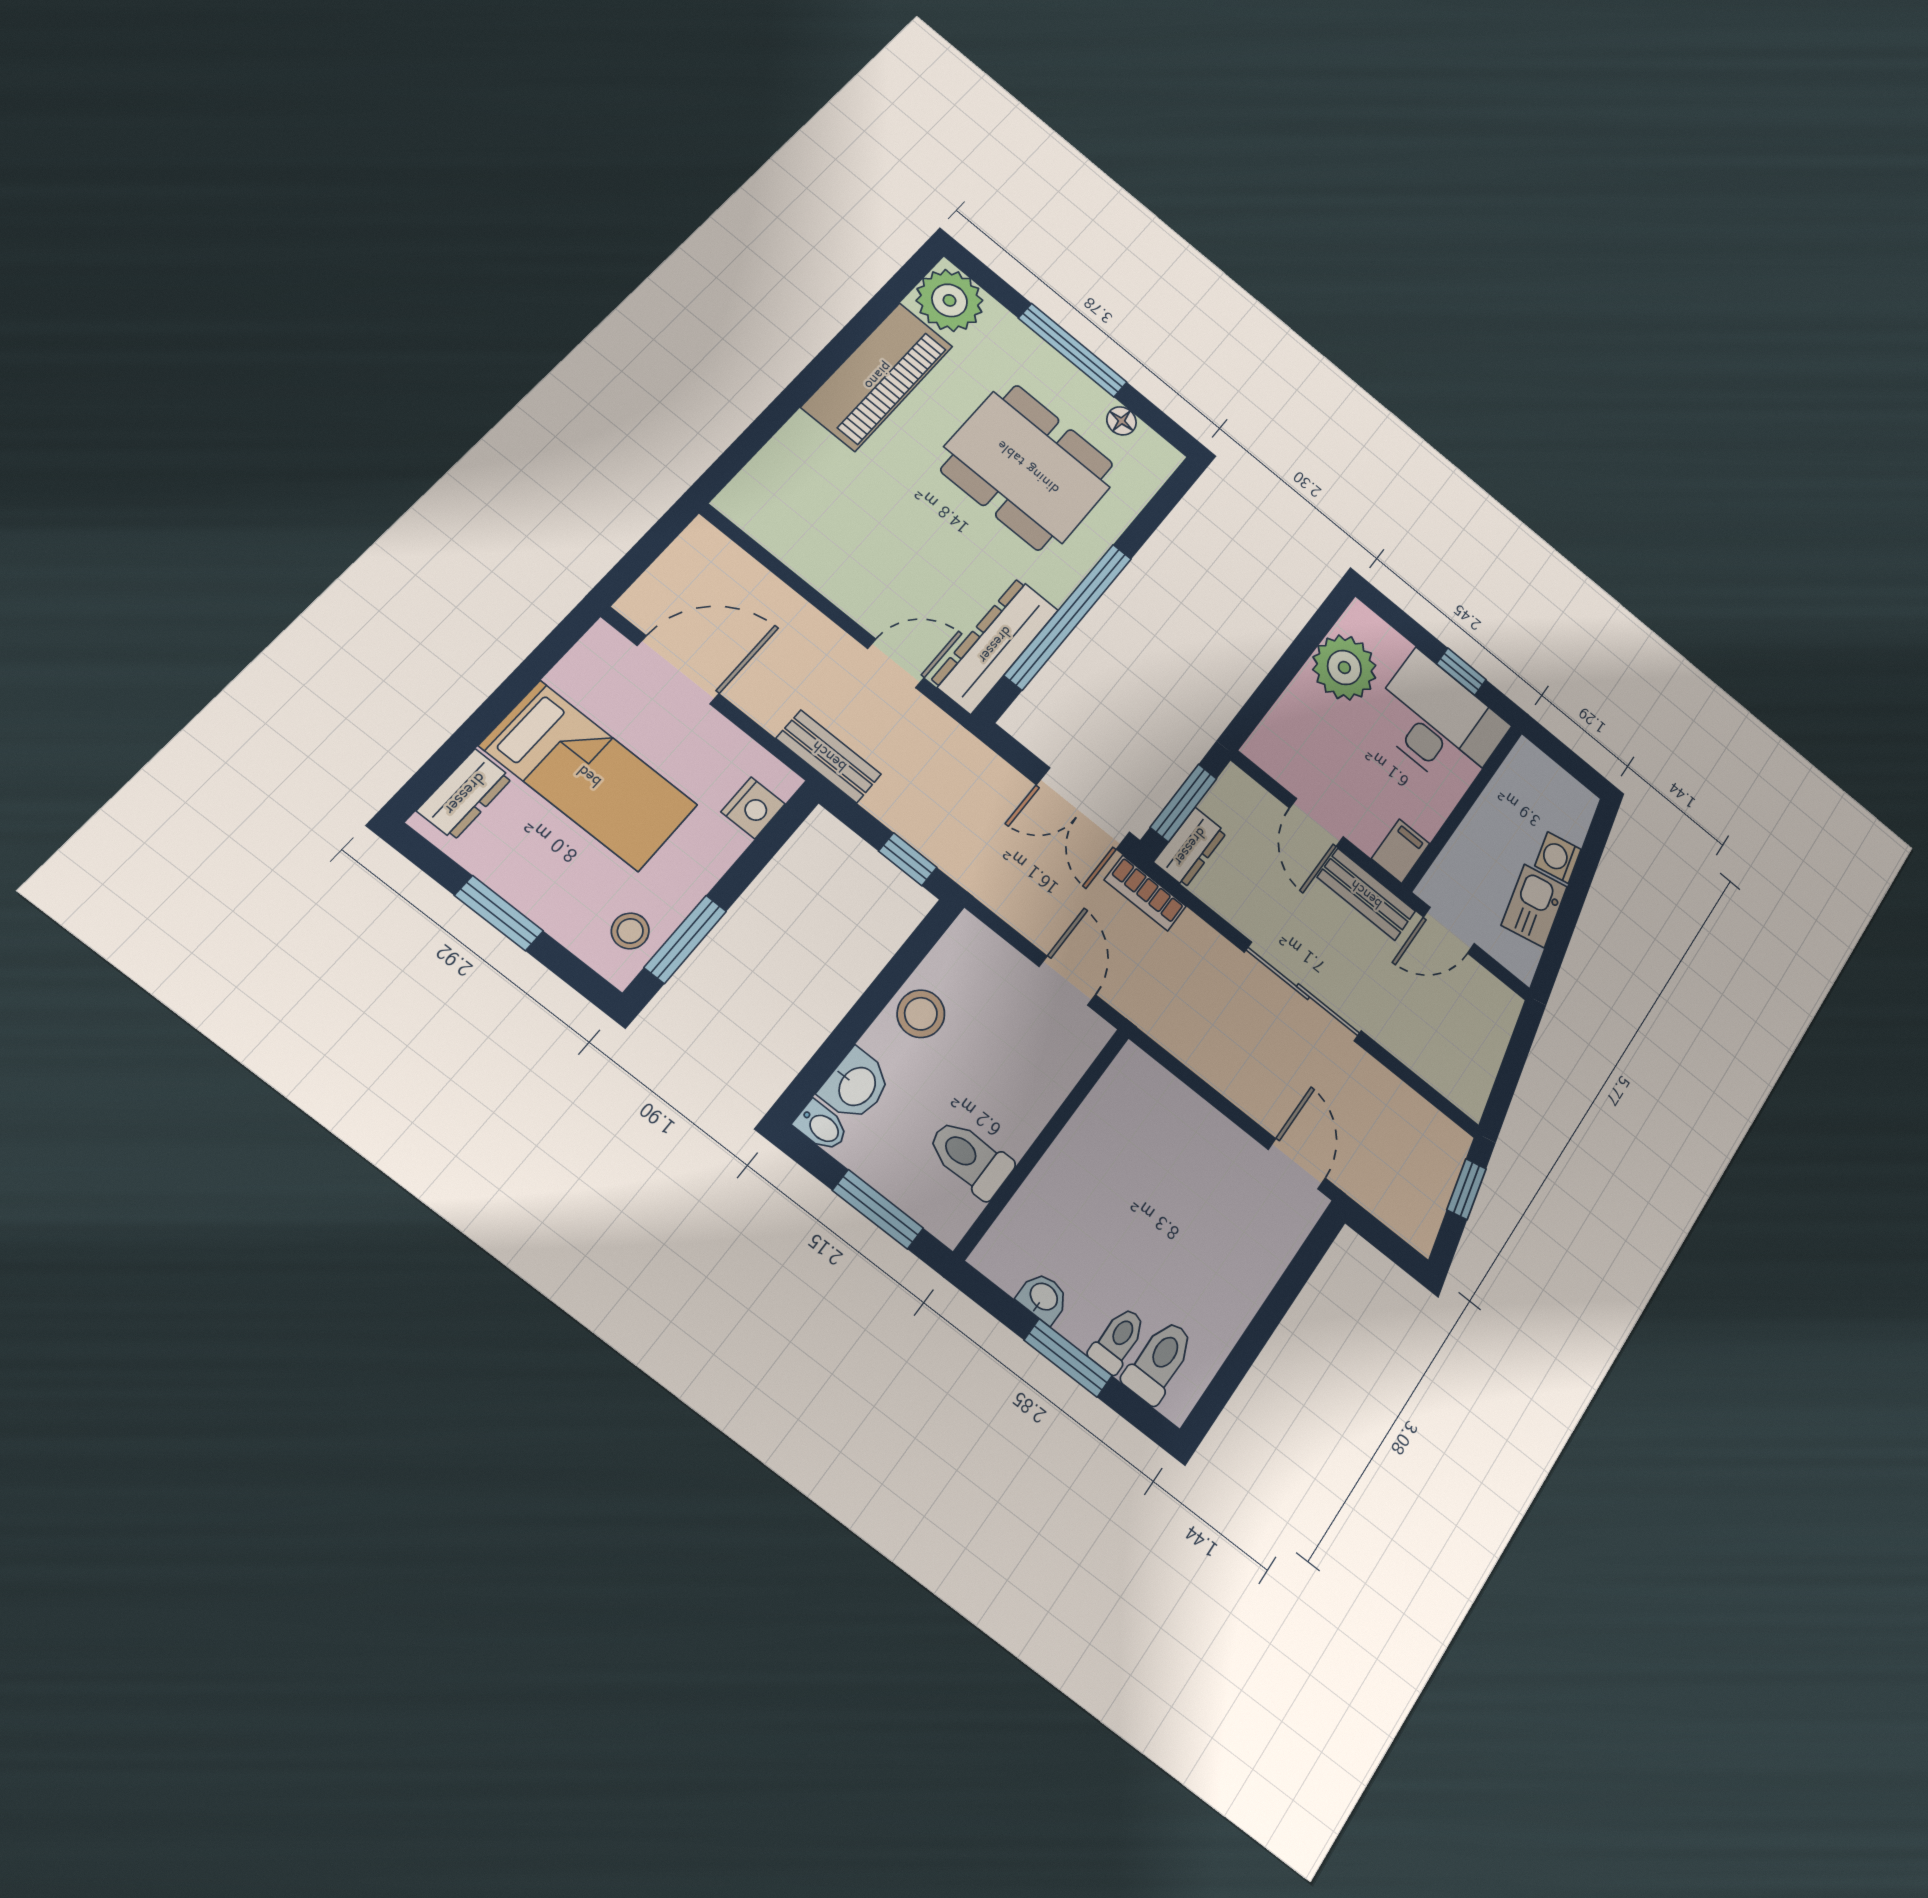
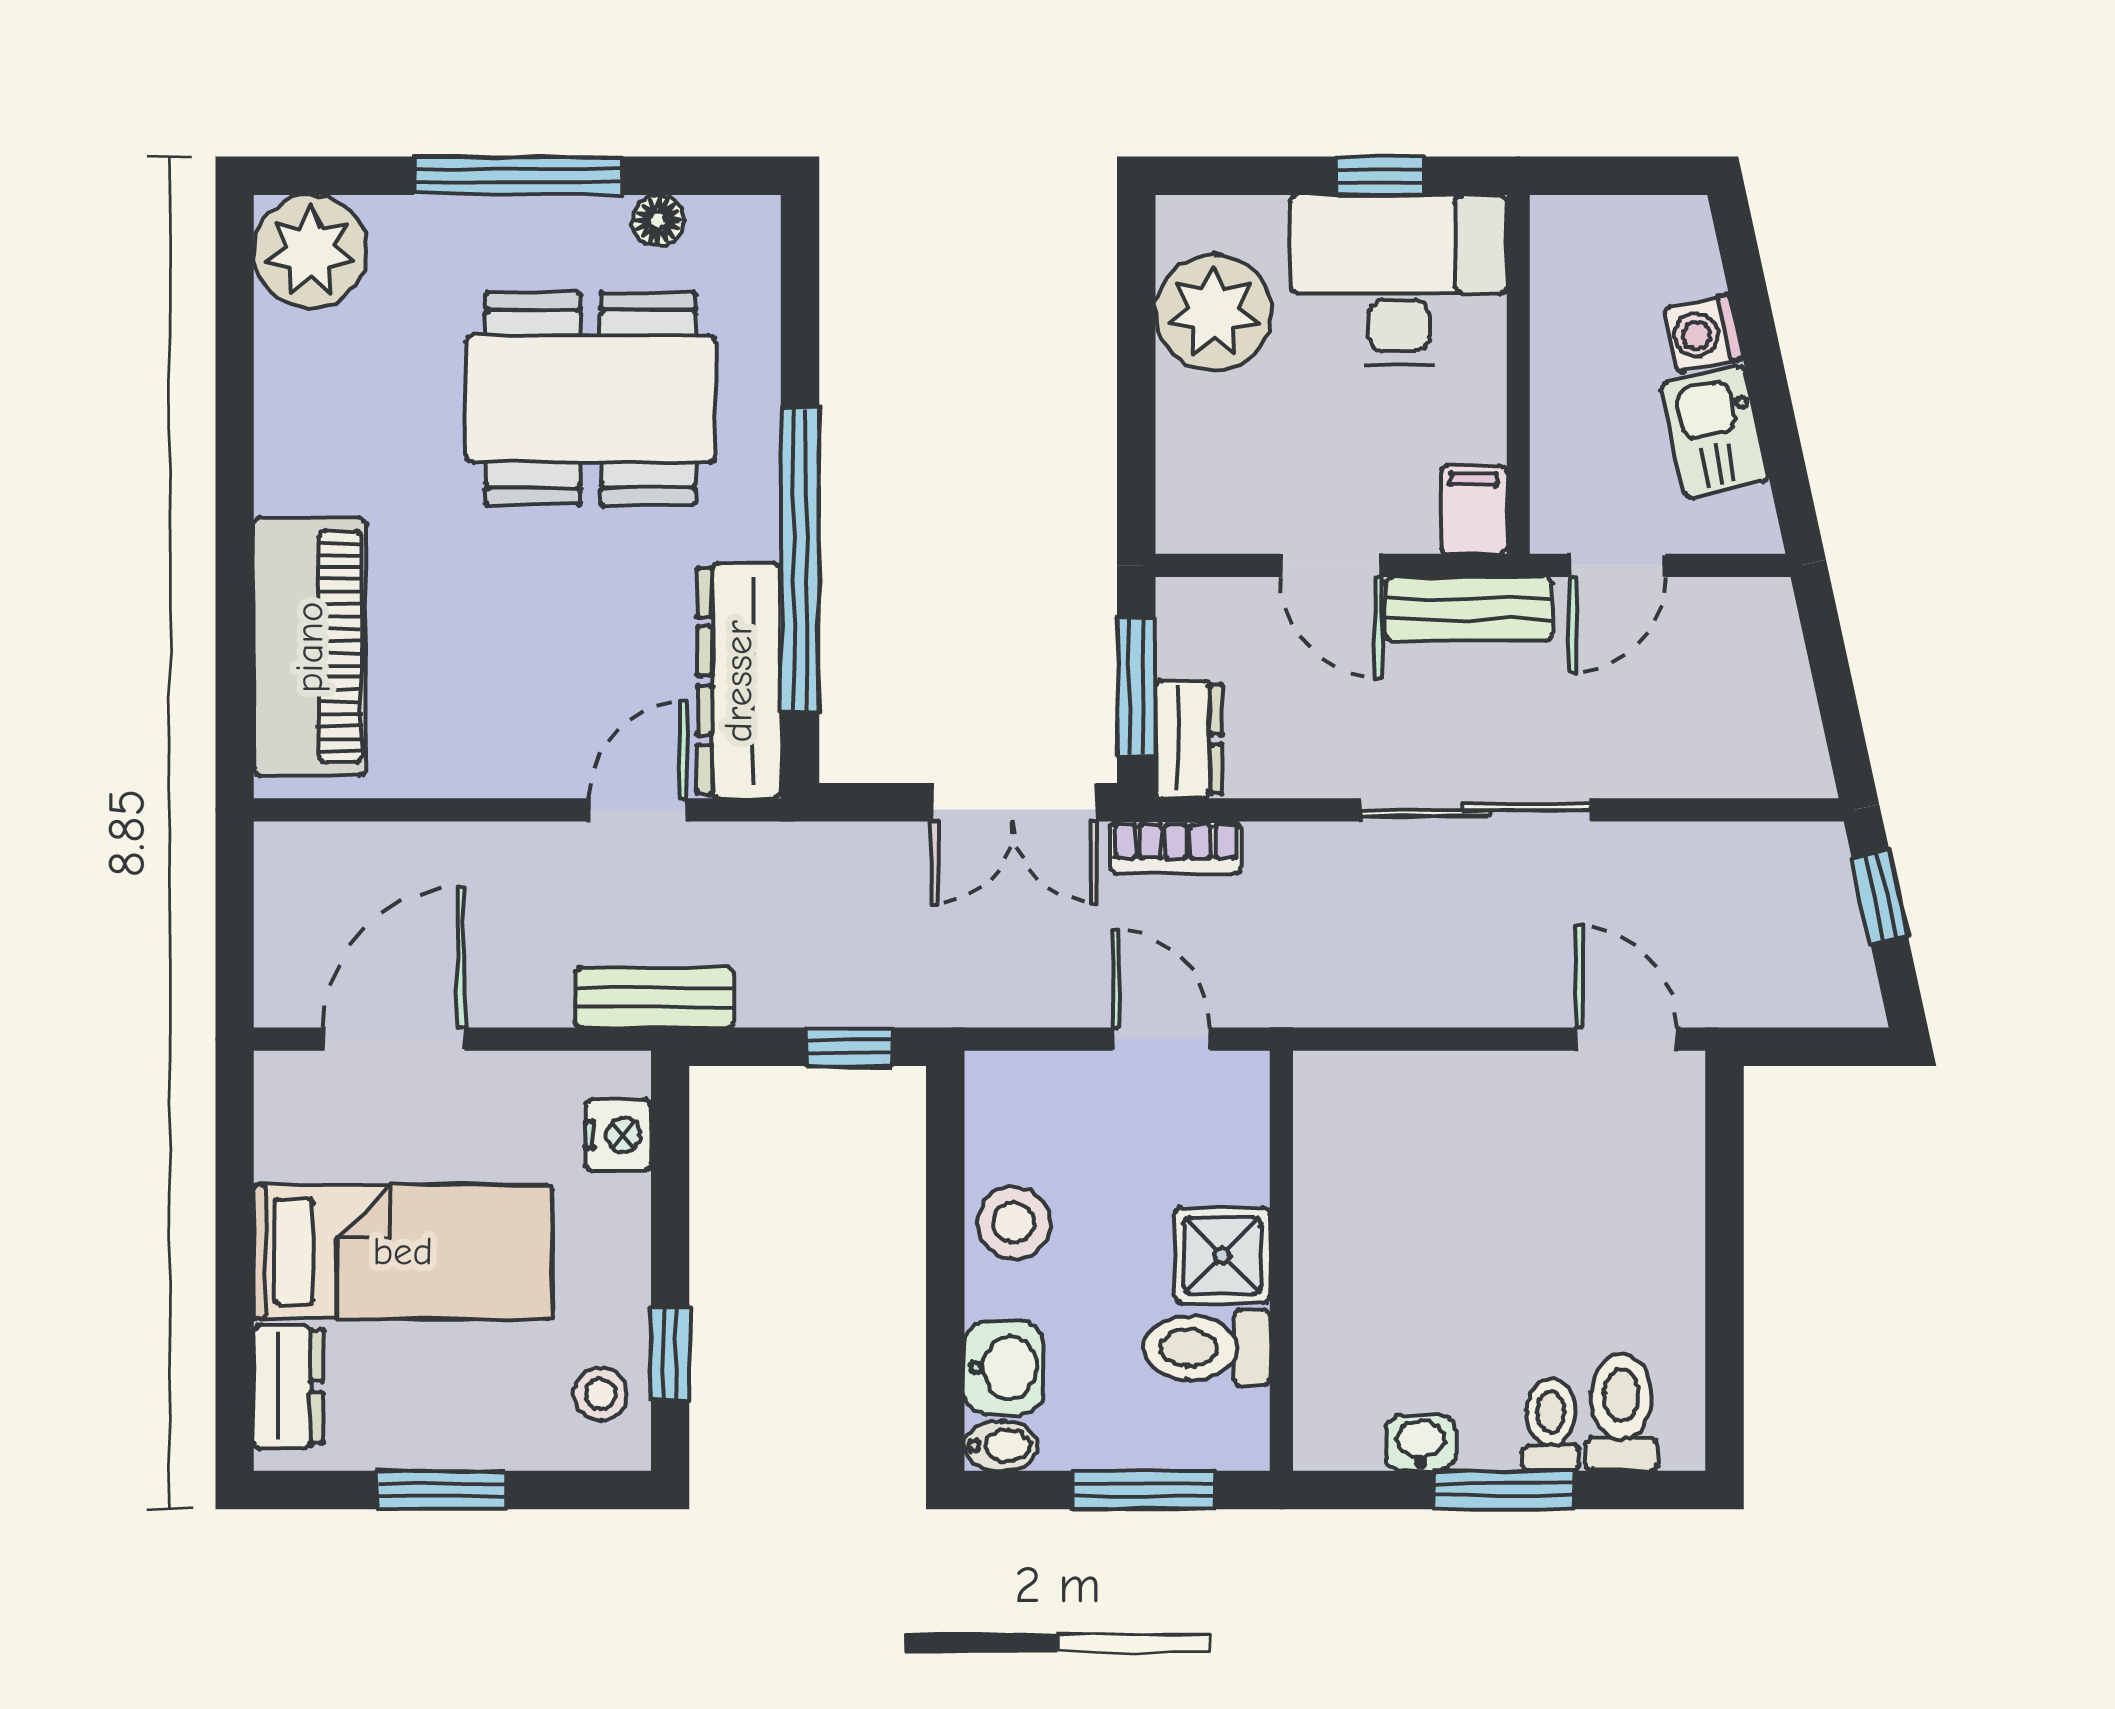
piano: (878, 376) -> (310, 647), moved
window: (685, 939) -> (670, 1354), width x0.67
shower: (1015, 1116) -> (1222, 1256), added

